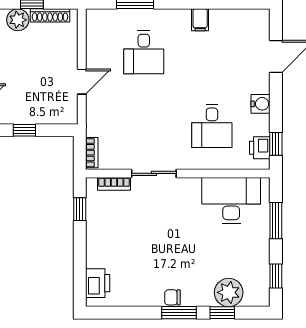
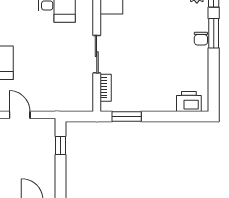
window: (24, 130) -> (61, 145), moved
bookcase: (92, 153) -> (79, 106), removed
window: (80, 209) -> (127, 116), width x1.50

